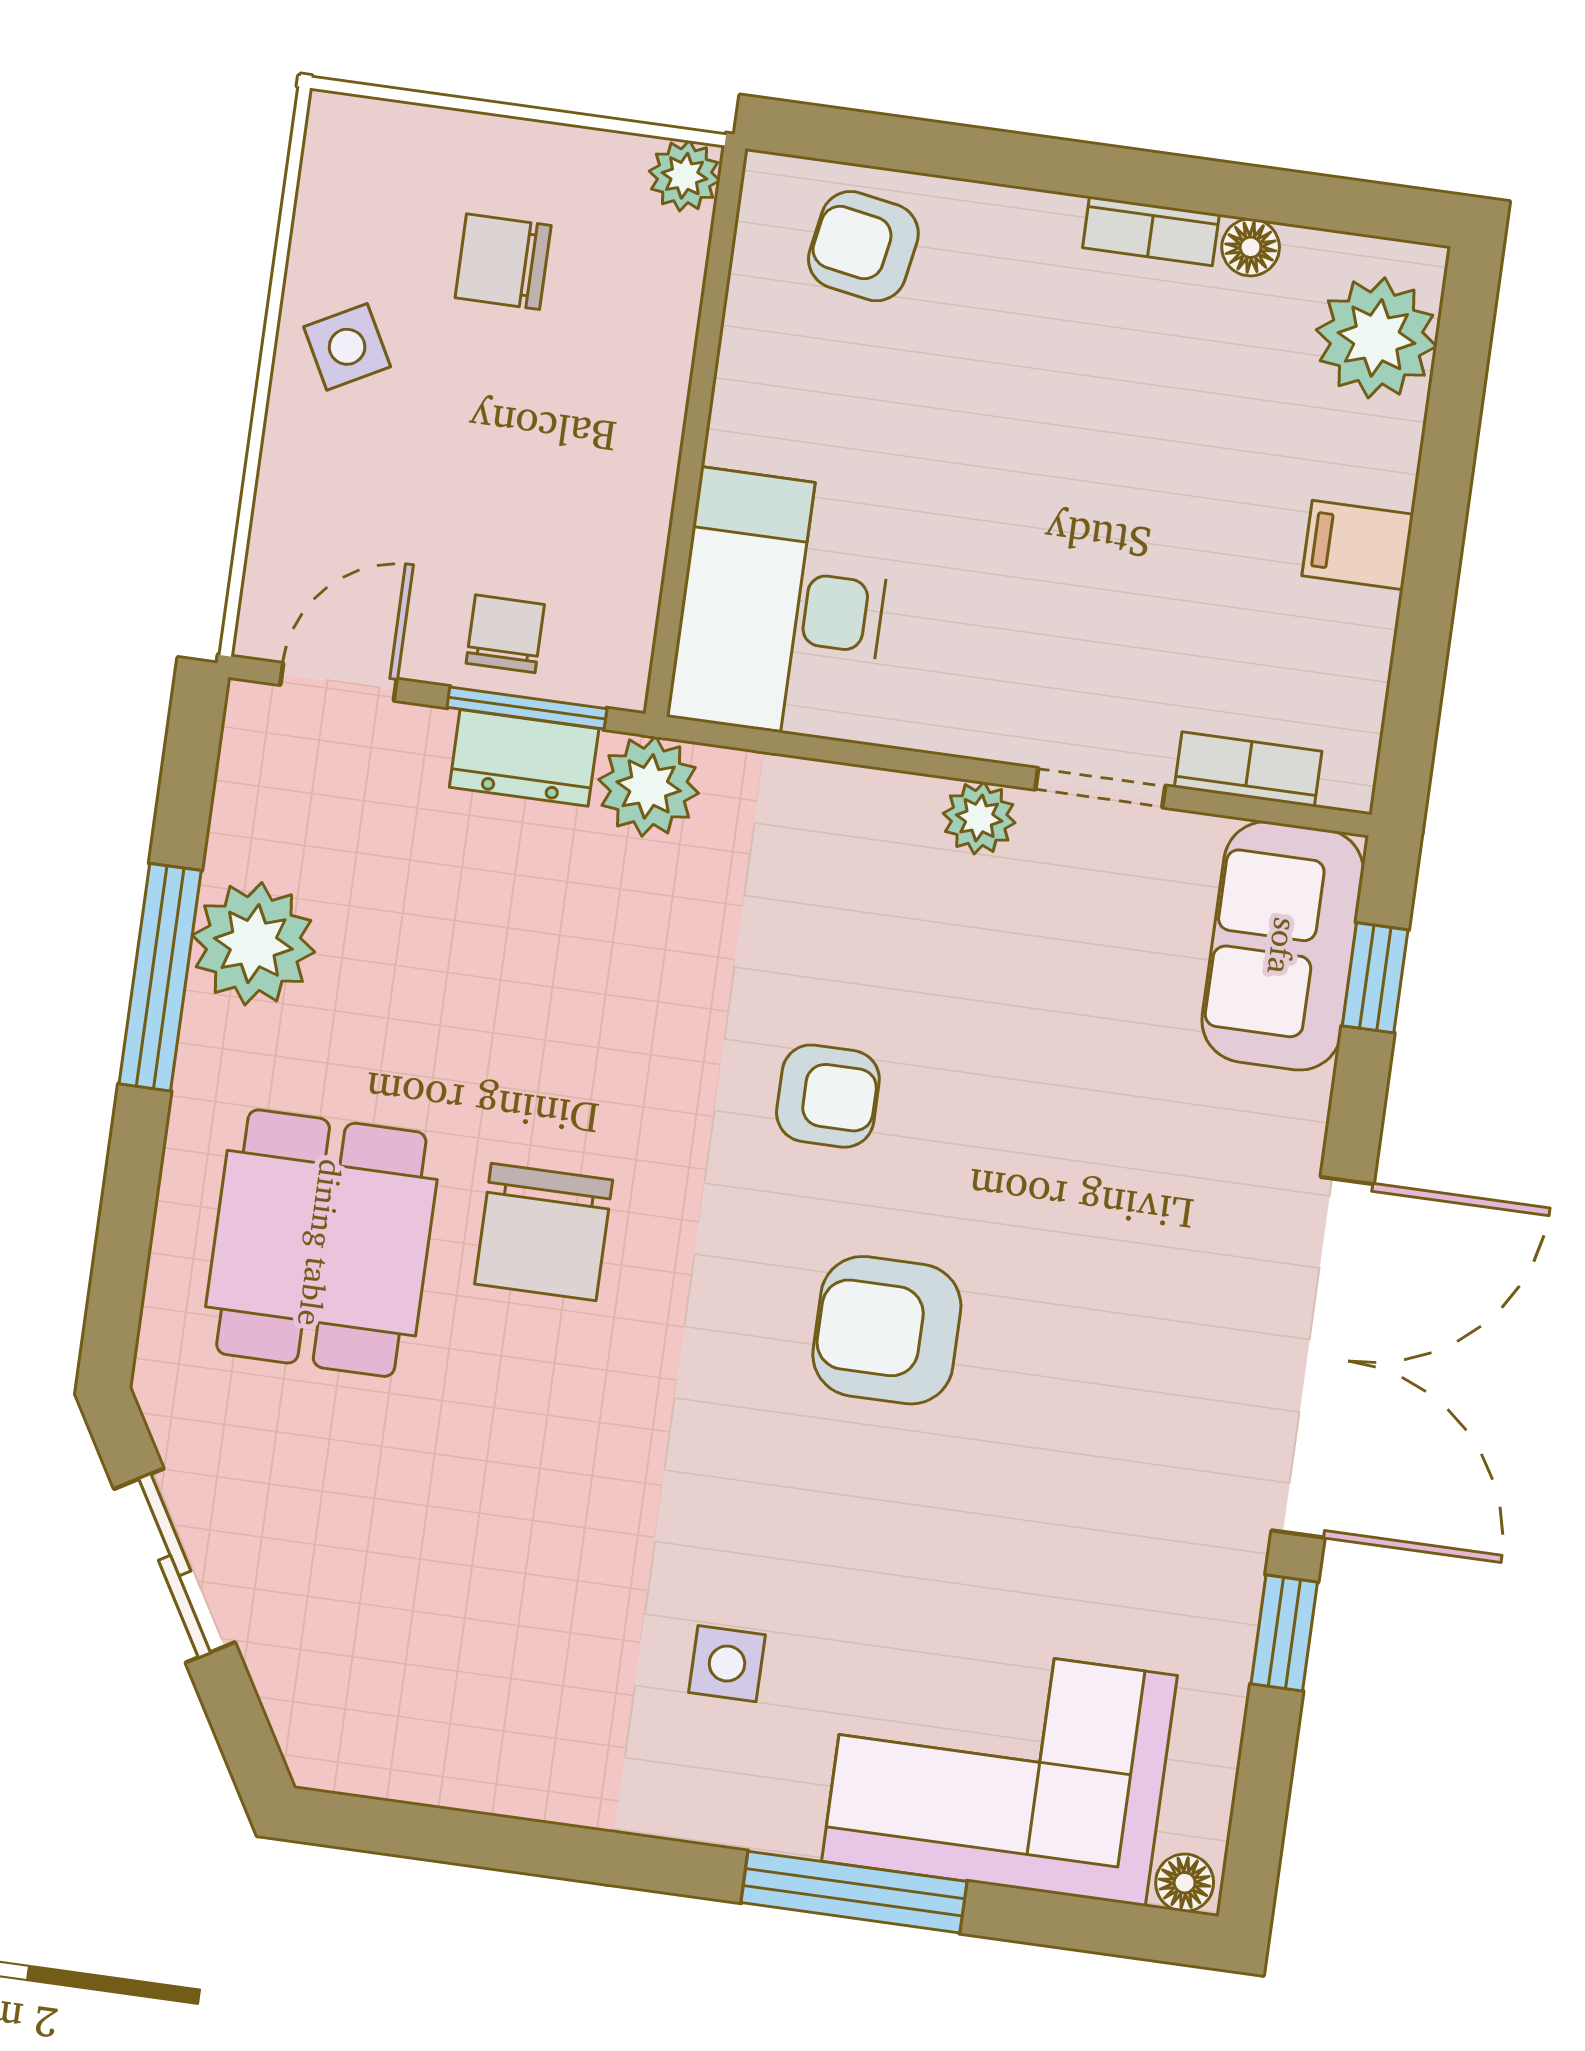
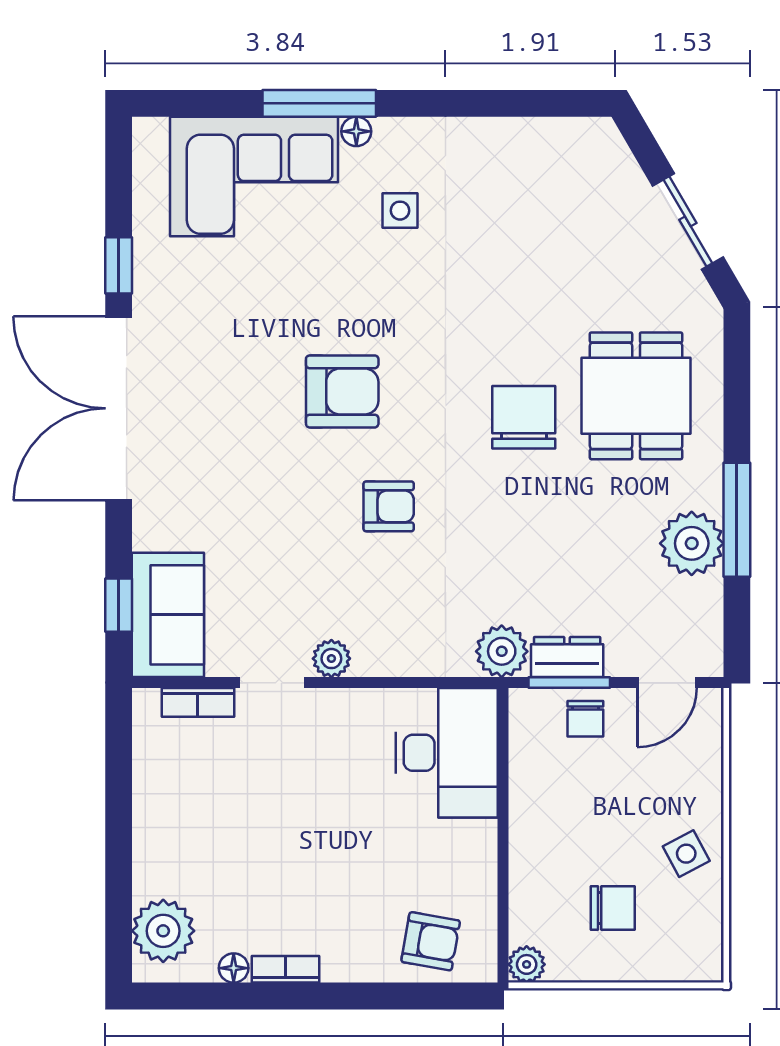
filing cabinet: (1358, 545) -> (158, 824), removed
armchair: (828, 1096) -> (389, 506), turned 180
floor lamp: (1185, 1883) -> (356, 131), moved

